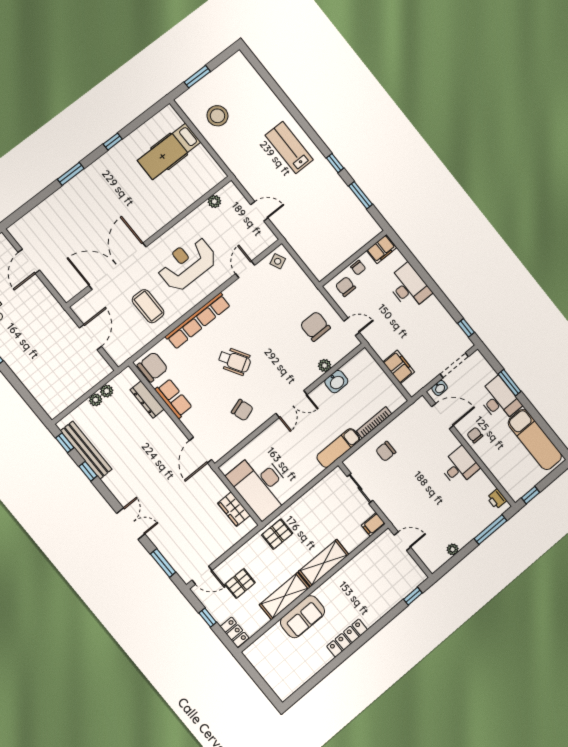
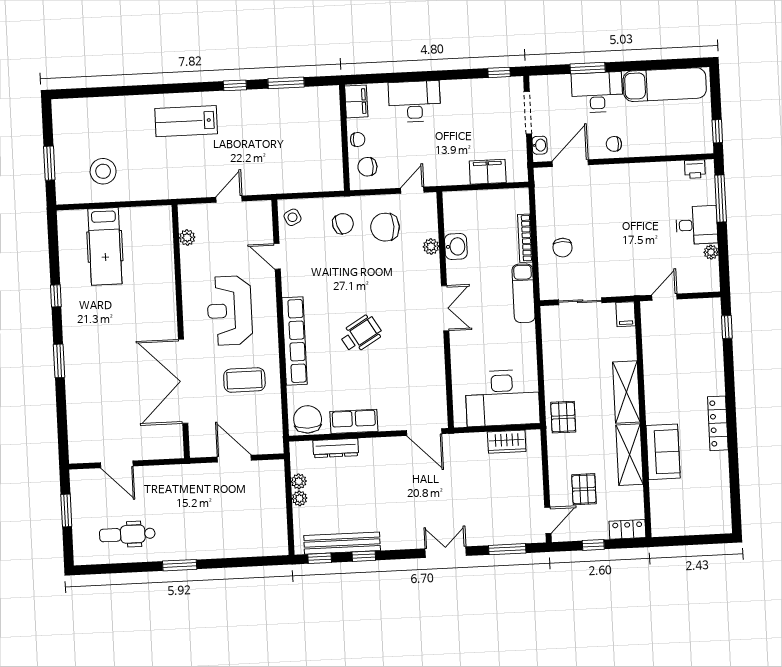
chair: (242, 410) -> (343, 224), moved
desk: (459, 466) -> (697, 225), moved, turned 90

